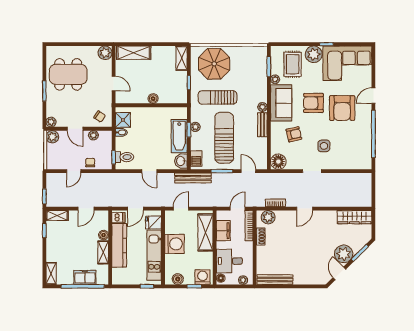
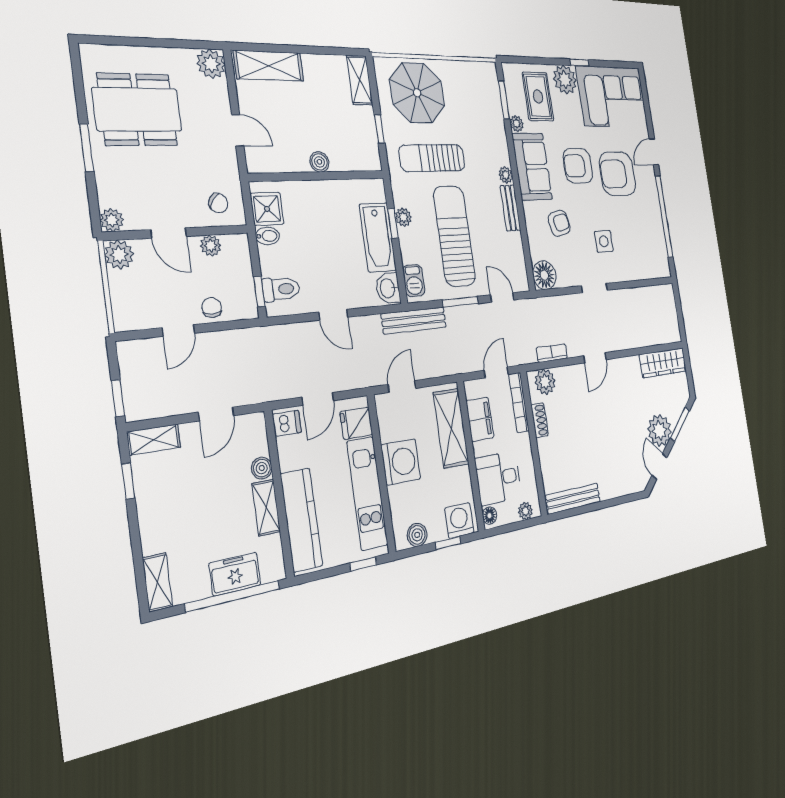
armchair: (342, 108) -> (617, 174), turned 90
kitchen counter: (119, 245) -> (301, 520), moved

